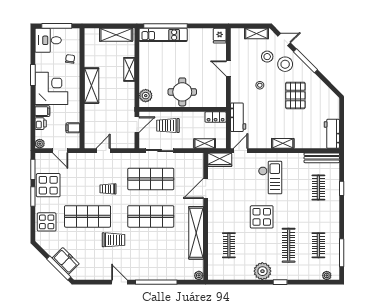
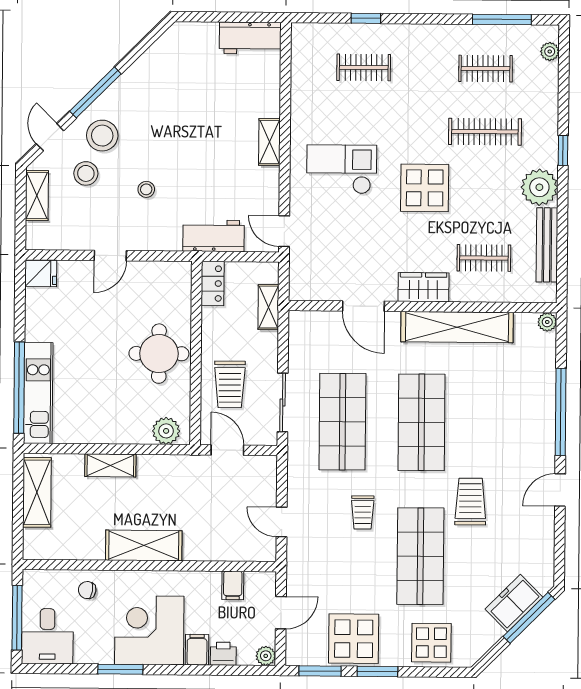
pallet: (295, 95) -> (169, 115), removed
bench: (322, 158) -> (547, 245), moved
wardrobe: (220, 160) -> (423, 287), moved, turned -90

